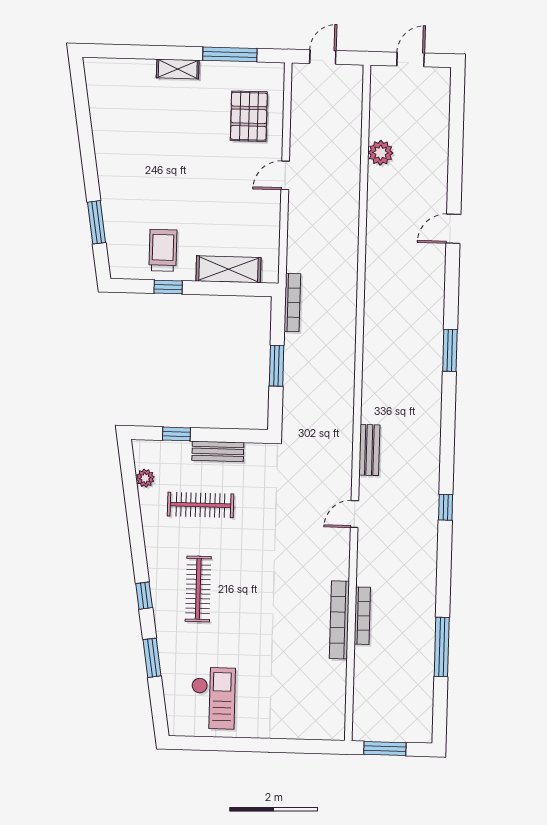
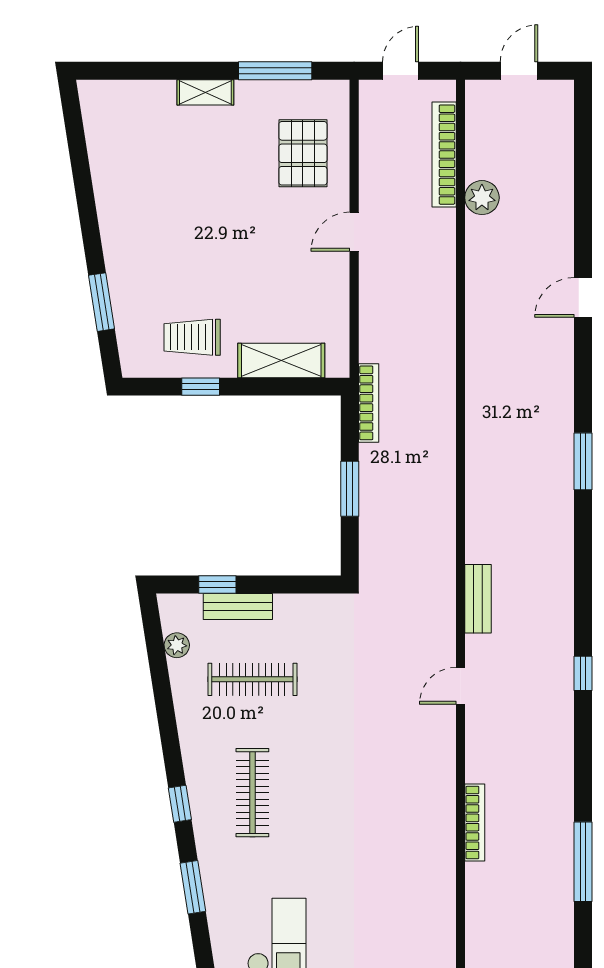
trolley: (163, 250) -> (192, 337), turned -90
bench: (218, 451) -> (238, 607), moved
bookcase: (339, 620) -> (444, 155), moved

